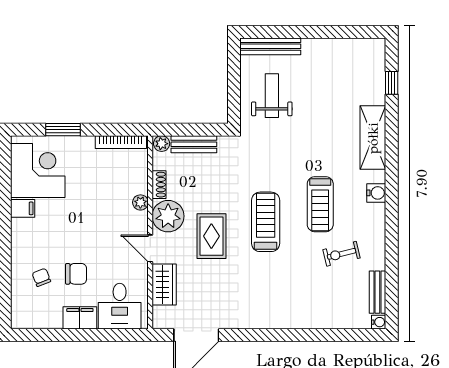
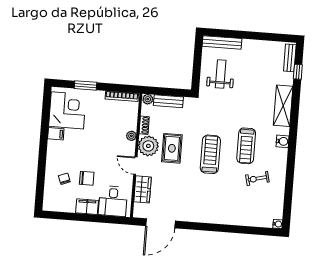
rug: (211, 236) -> (172, 148), moved
bench: (377, 292) -> (290, 58), moved

